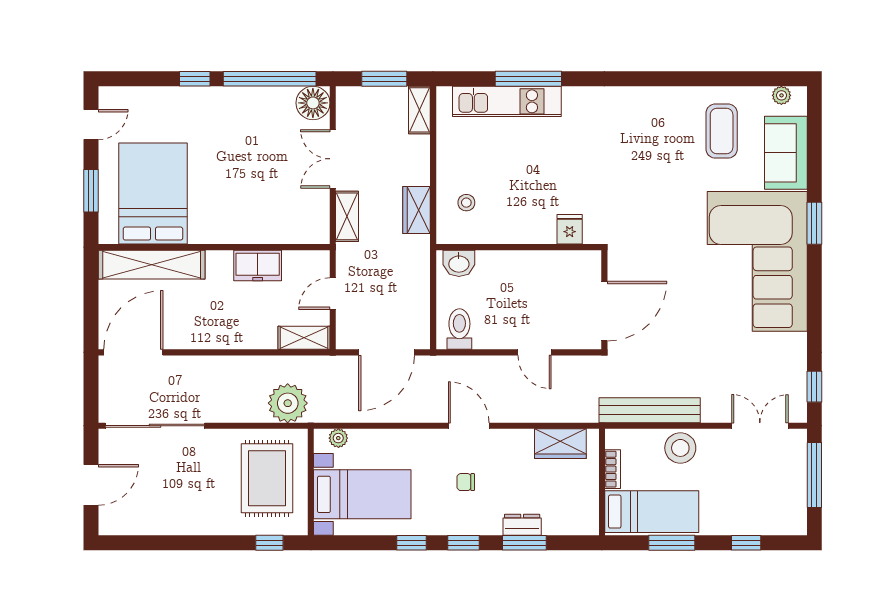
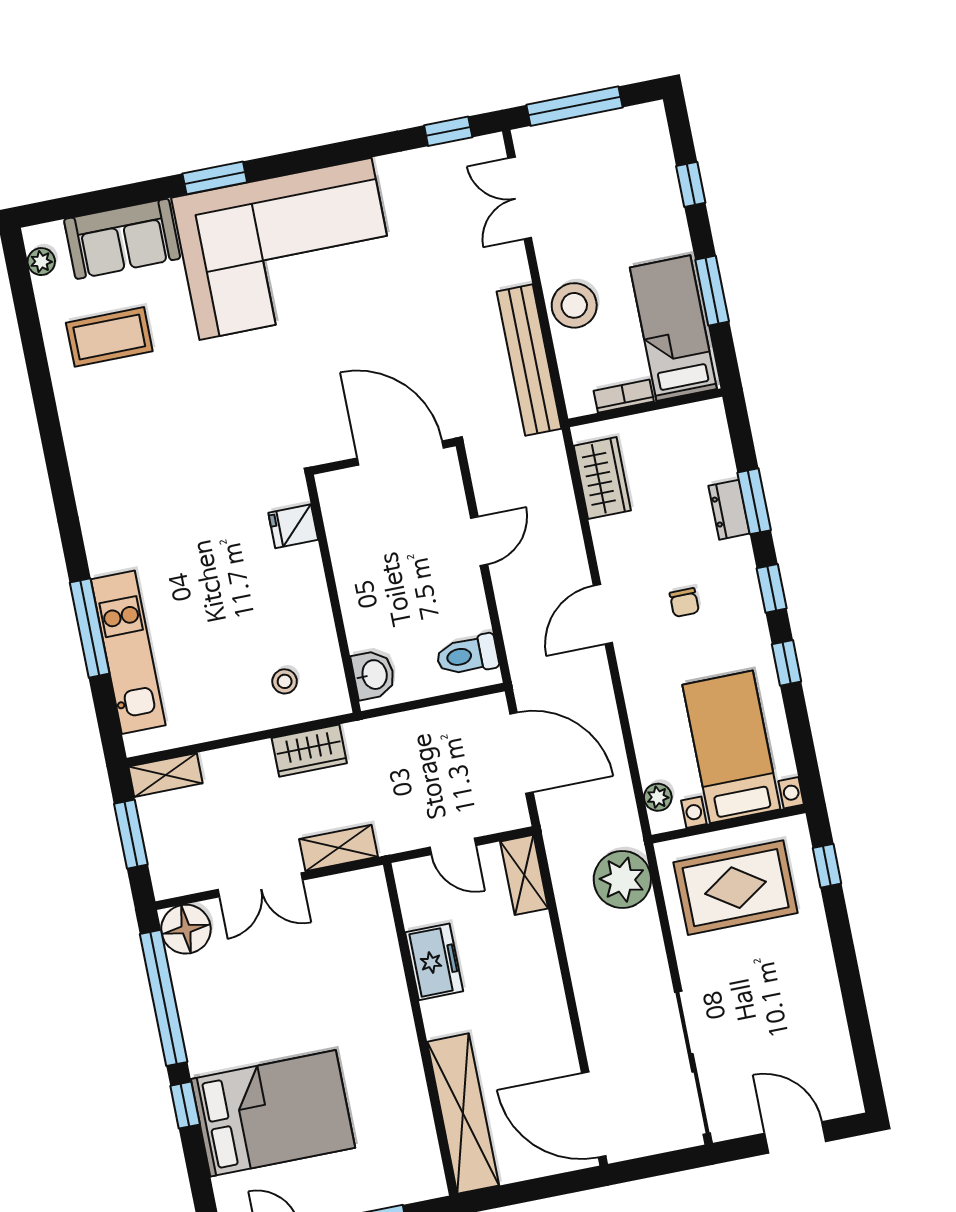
bed: (153, 193) -> (273, 1113), moved, turned 180

